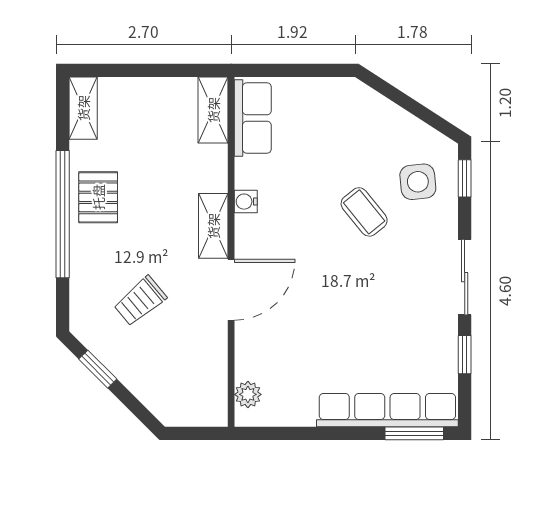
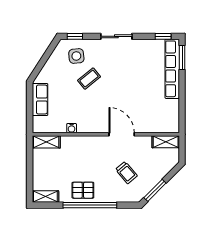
row of seats: (253, 118) -> (40, 100), moved, turned 90
water cooler: (246, 202) -> (72, 128), moved
shelving: (213, 226) -> (166, 142), moved
window: (465, 355) -> (163, 36), moved
window: (98, 369) -> (155, 190), width x1.50
plant: (248, 394) -> (166, 127), removed

